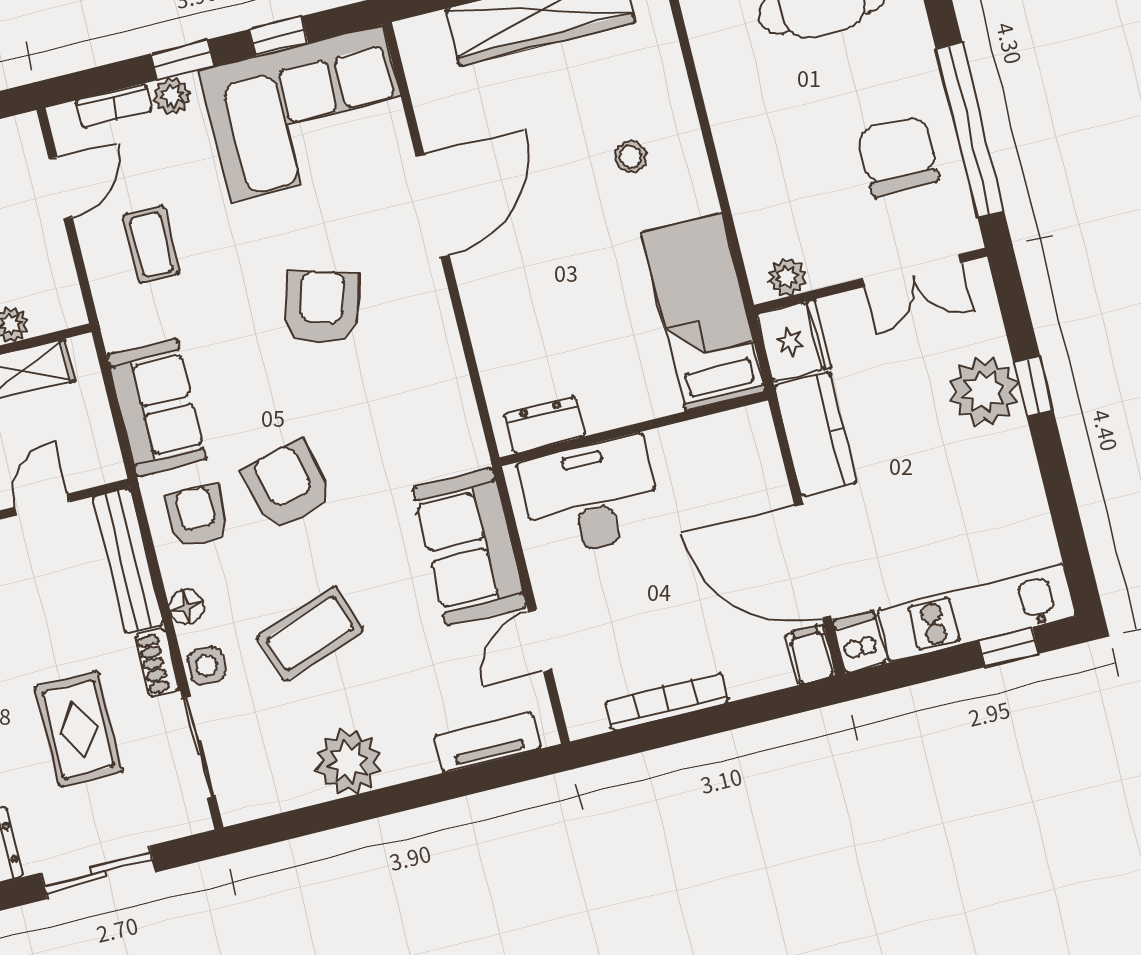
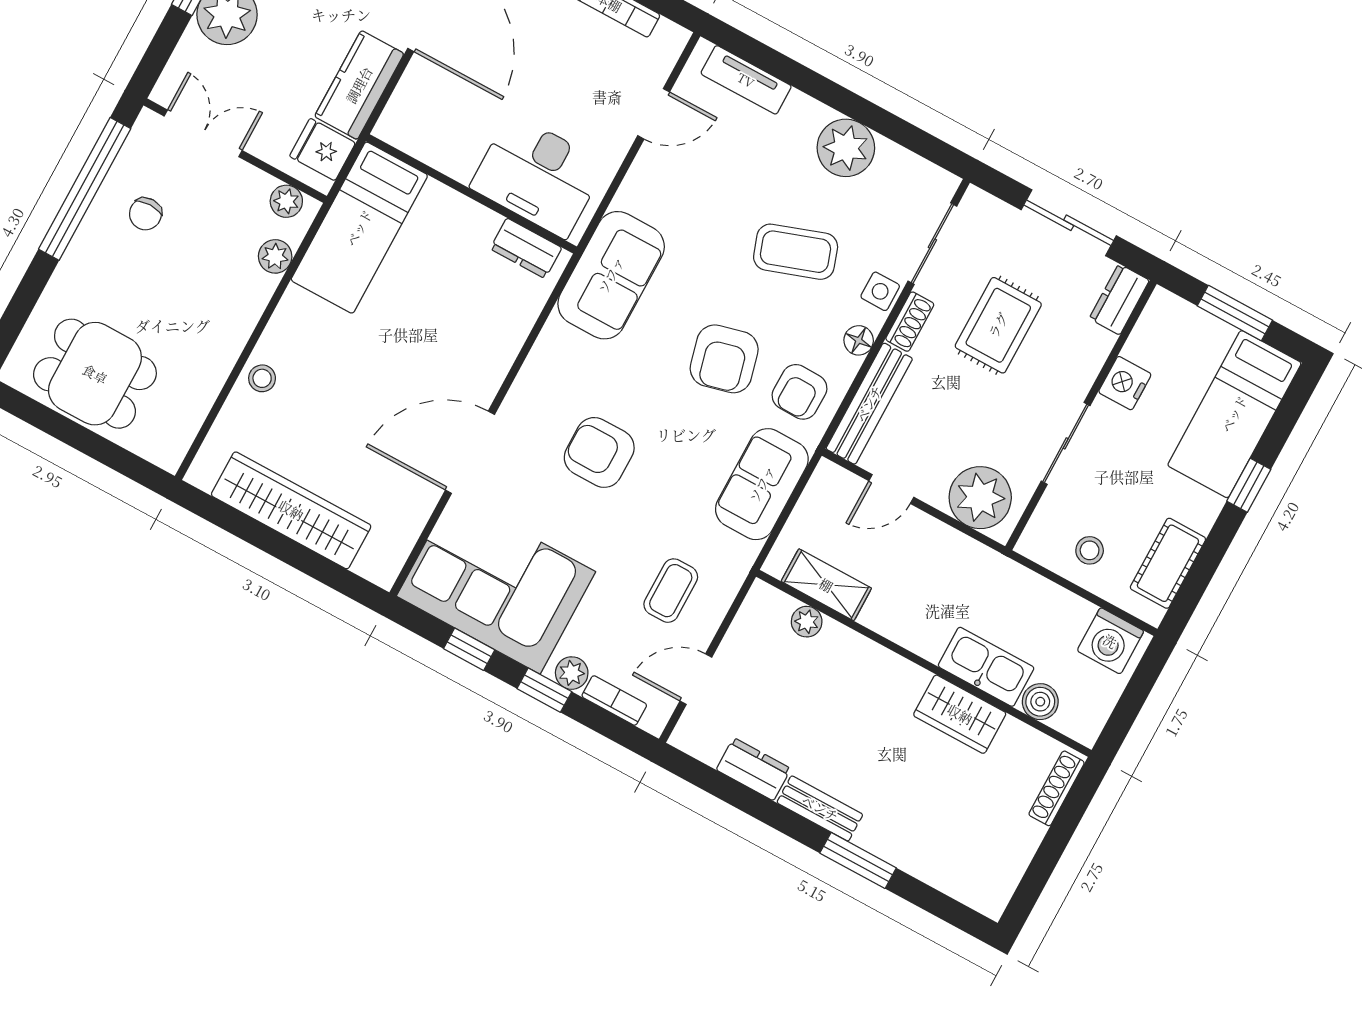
chair: (898, 156) -> (145, 214), width x0.54, depth x0.54
stool: (631, 157) -> (262, 378), moved
plant: (753, 221) -> (275, 256), added
armchair: (321, 307) -> (599, 452), turned 73
fridge: (794, 341) -> (323, 150), width x0.72
sofa: (470, 547) -> (611, 275), moved

